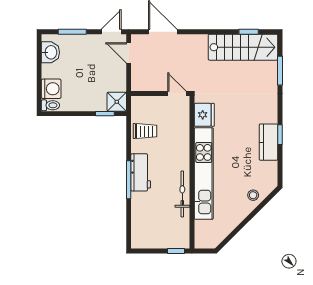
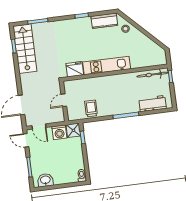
door: (129, 53) -> (39, 126), hinge flipped
washing machine: (51, 89) -> (59, 132), moved, turned 180
door: (177, 94) -> (64, 100), moved
kitchen counter: (268, 142) -> (104, 21), moved
workbench: (141, 172) -> (153, 104), moved
kitchen unit: (204, 174) -> (107, 66), width x0.73
bicycle: (182, 194) -> (153, 75), moved

